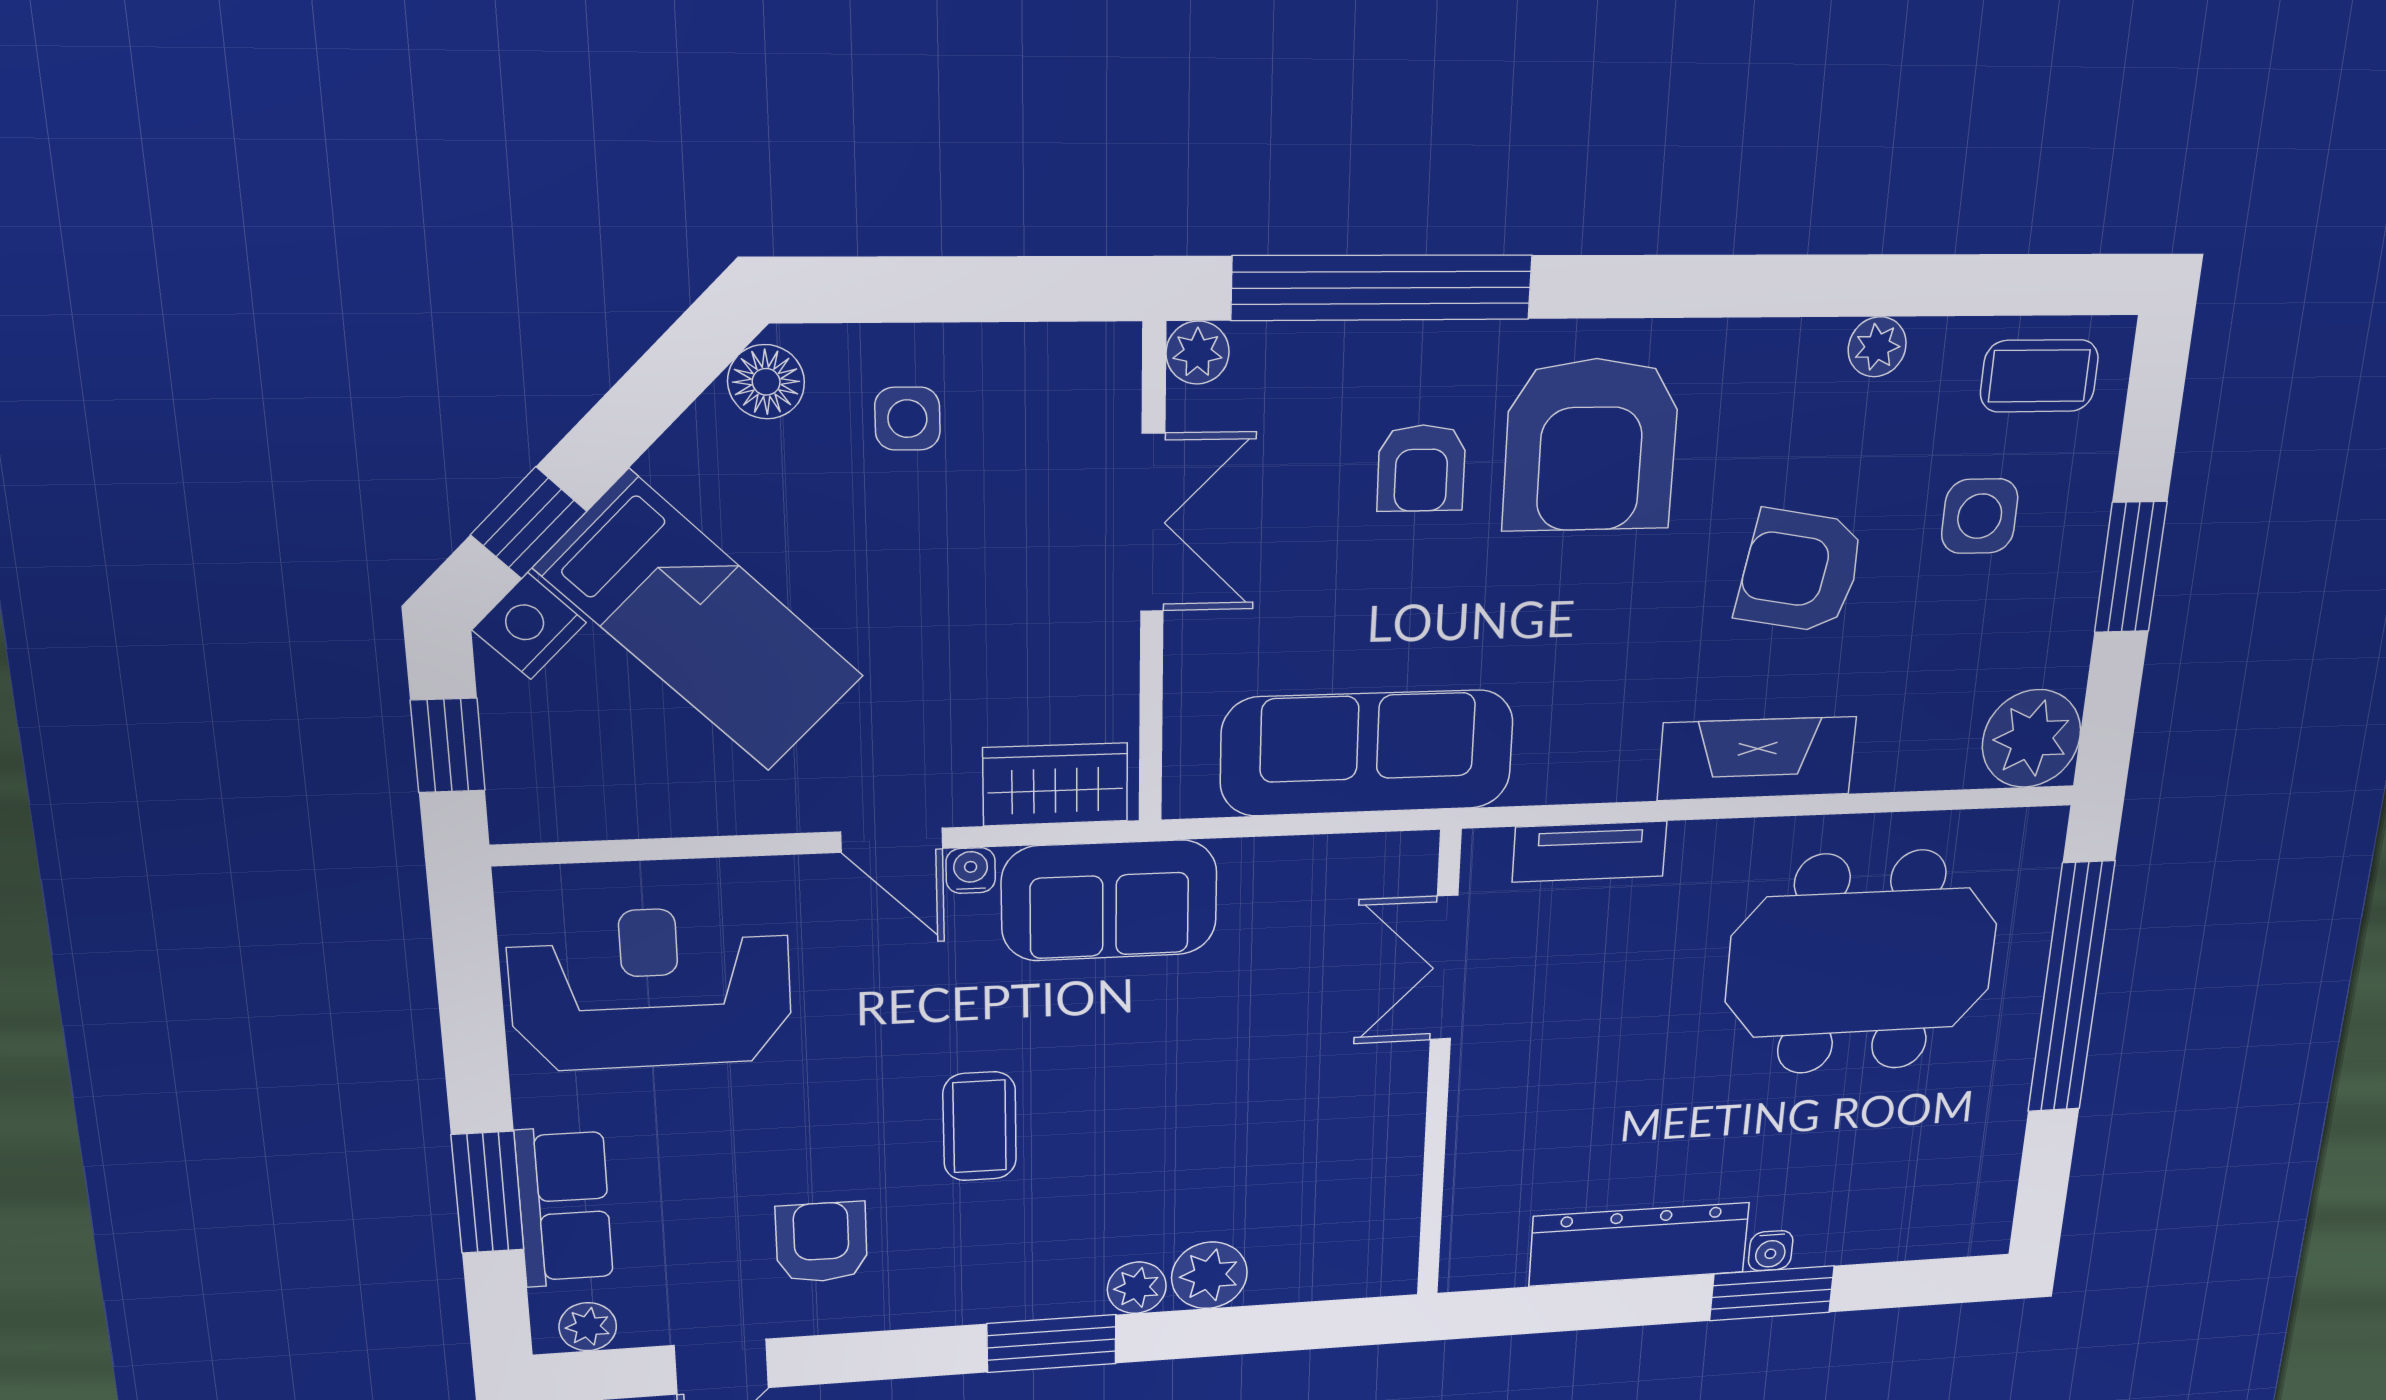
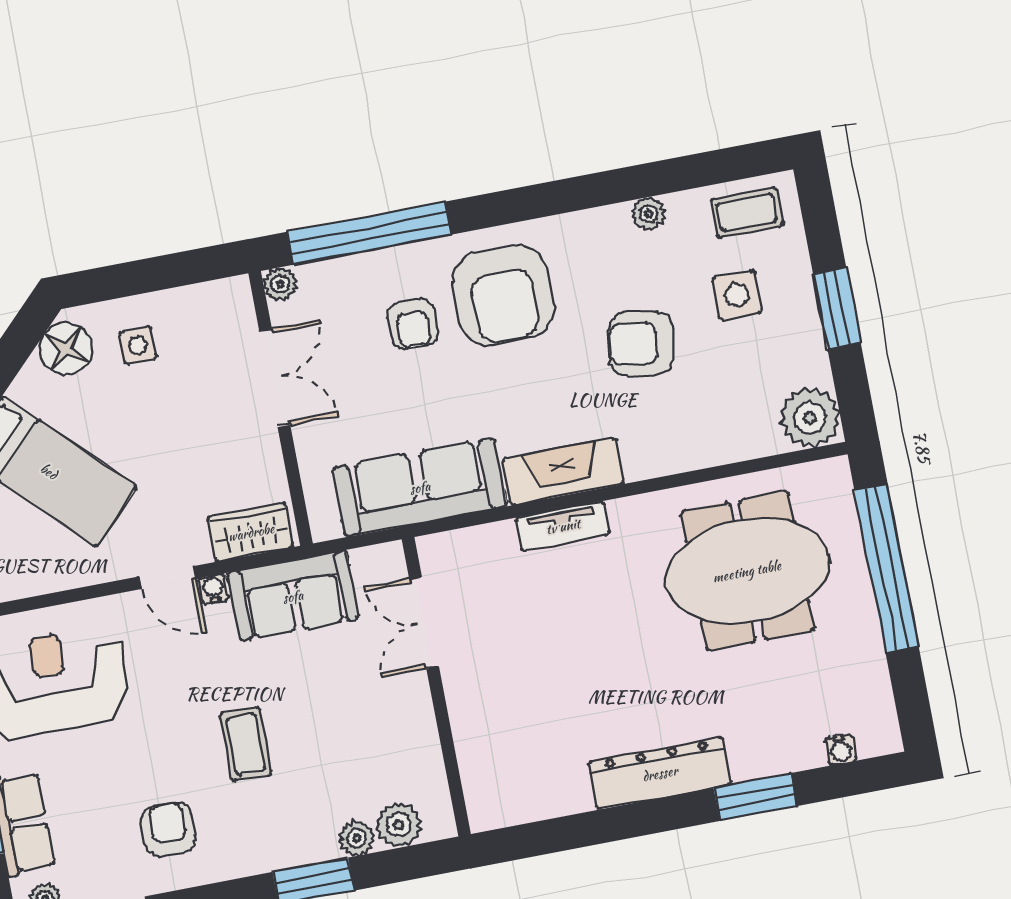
floor lamp: (766, 382) -> (66, 349), width x1.38, depth x1.38
fireplace: (1757, 759) -> (563, 471), moved
double door: (1444, 968) -> (424, 623), moved
wall: (1439, 1069) -> (436, 687), moved
water cooler: (1771, 1251) -> (841, 750), moved

